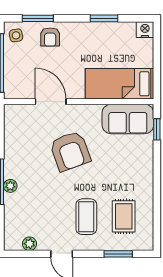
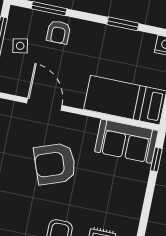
side table: (16, 35) -> (20, 46), moved
armchair: (70, 151) -> (55, 164), turned 90

